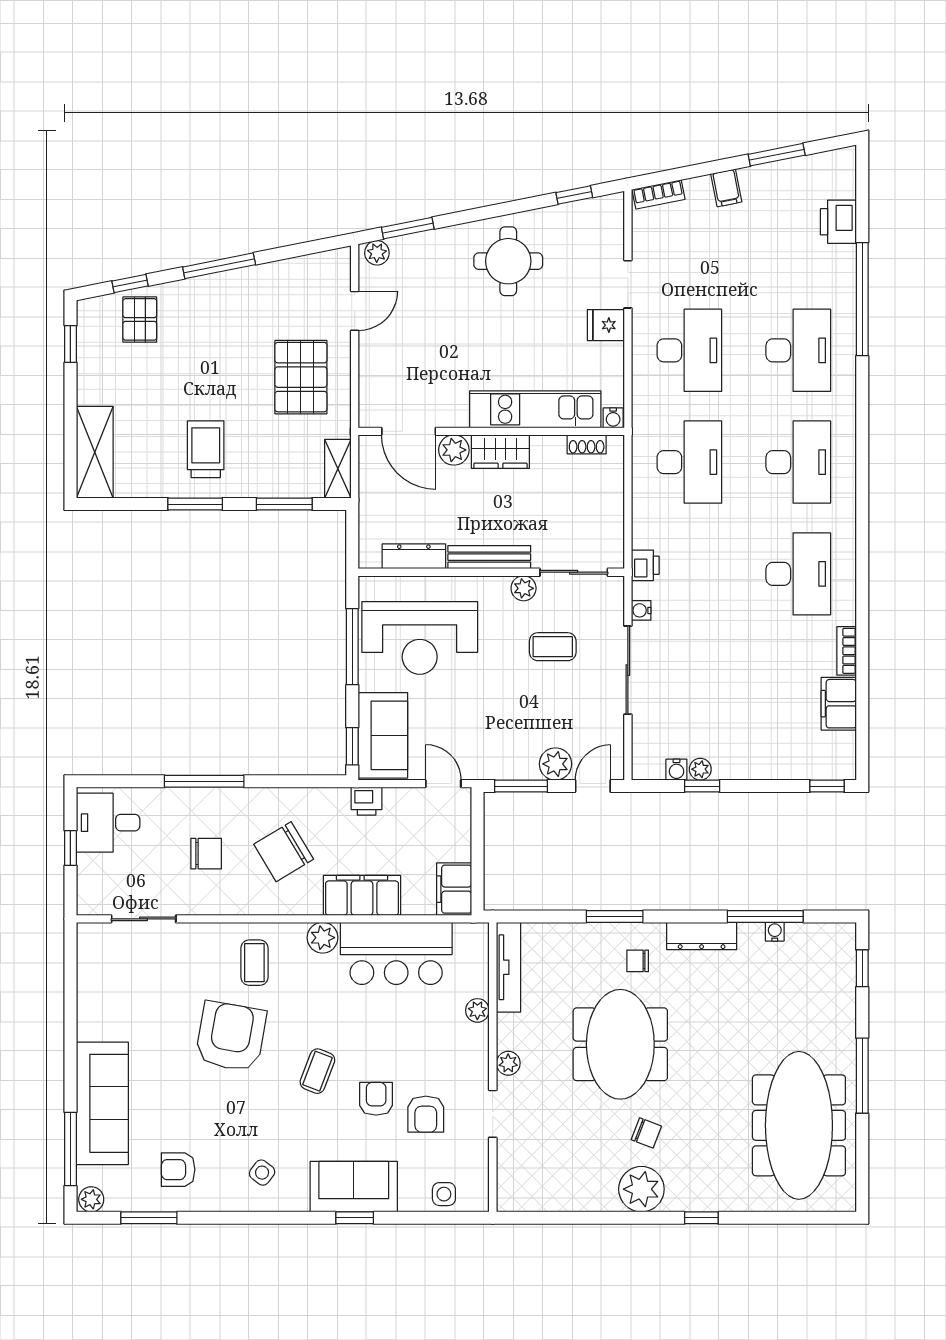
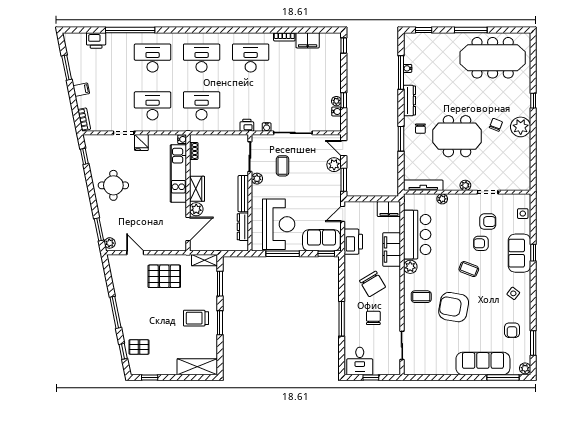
printer: (367, 801) -> (353, 242), width x1.87, depth x1.48

